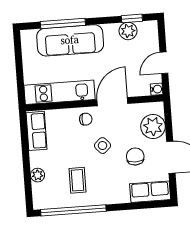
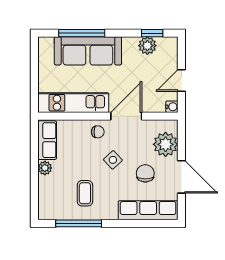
plant: (38, 175) -> (45, 168), moved
row of seats: (150, 192) -> (148, 210), width x1.48
window: (73, 210) -> (79, 223), width x0.68

